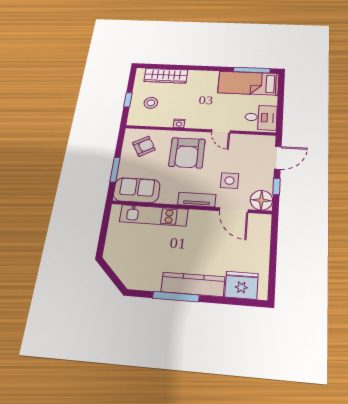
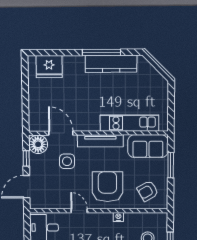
tv unit: (197, 200) -> (100, 141), width x1.41
kitchen counter: (193, 284) -> (111, 64), moved

